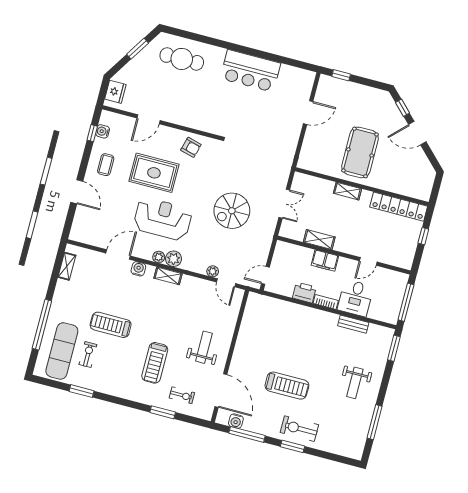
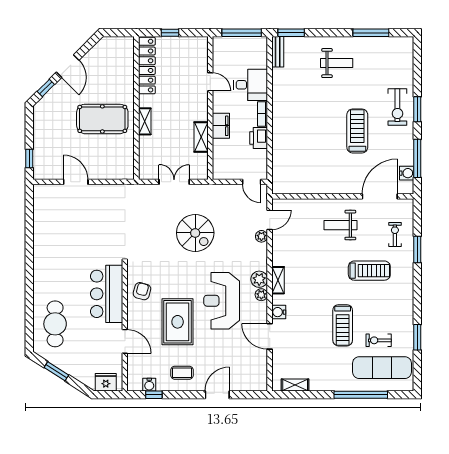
bar counter: (250, 71) -> (107, 294), moved, turned 180
bench: (353, 324) -> (278, 52), moved

